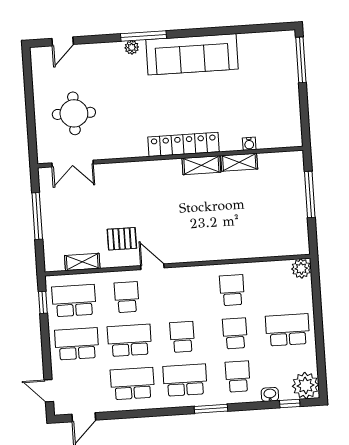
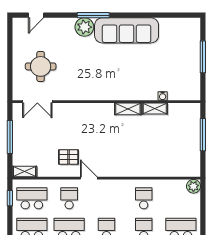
plant: (132, 47) -> (84, 27), width x1.88, depth x1.88
window: (301, 60) -> (203, 57), moved
locker: (184, 144) -> (116, 93), removed
shelving: (82, 262) -> (24, 171), moved

